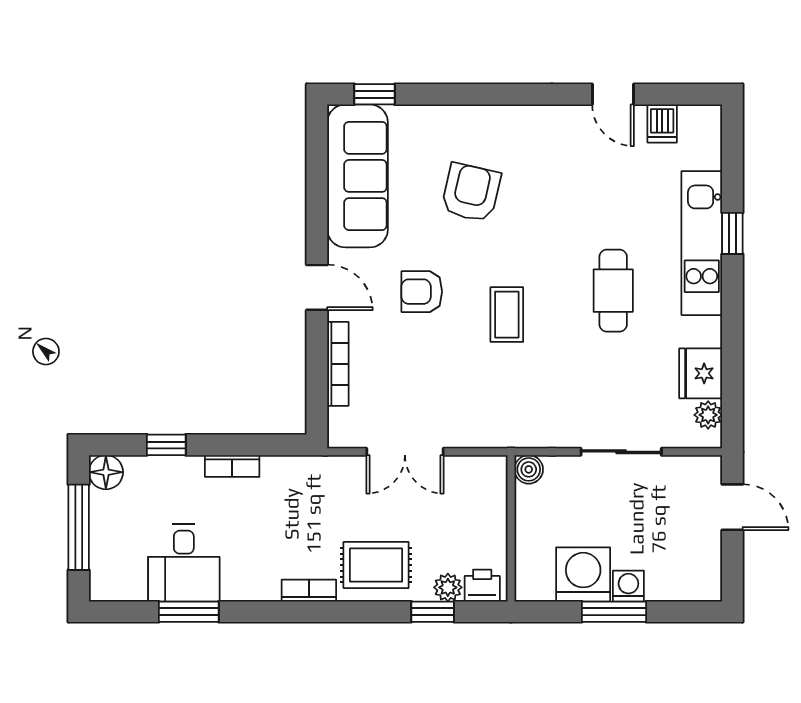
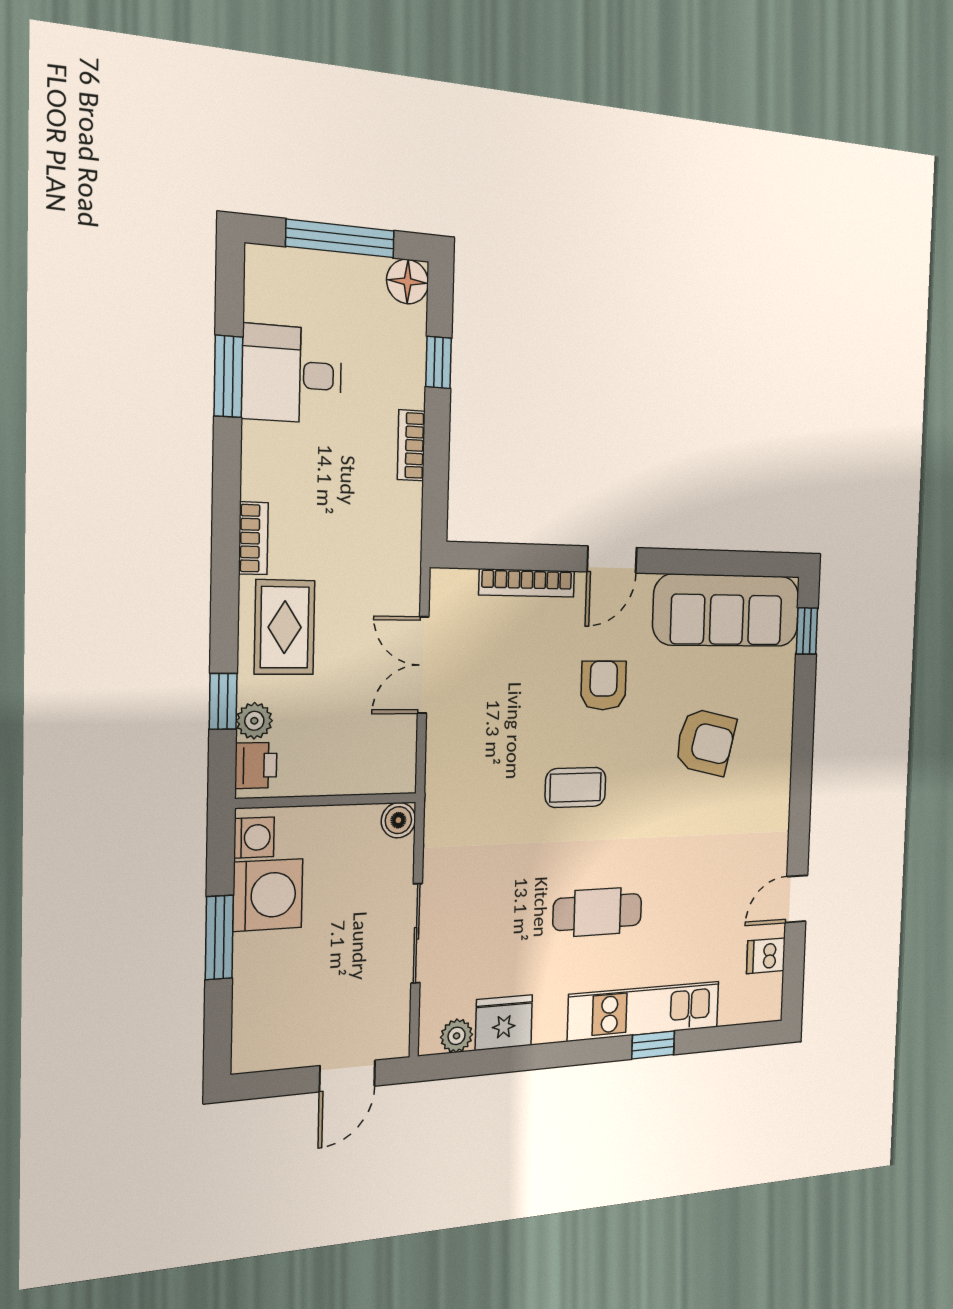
washing machine: (628, 586) -> (254, 838), moved

